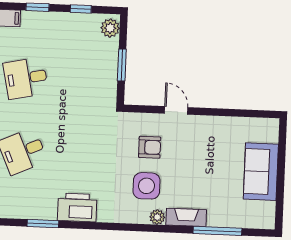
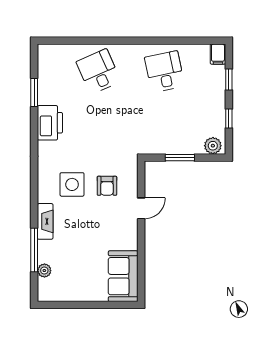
sofa: (261, 172) -> (123, 276), moved, turned -90
plant: (157, 217) -> (44, 271), moved

